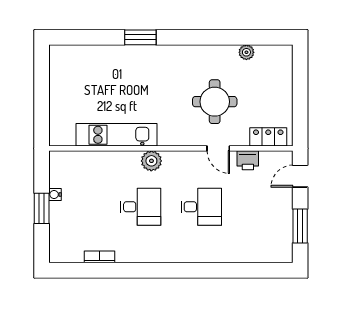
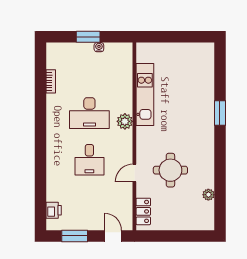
printer: (248, 160) -> (54, 210), moved, turned 180
desk: (141, 207) -> (89, 113), width x1.37

